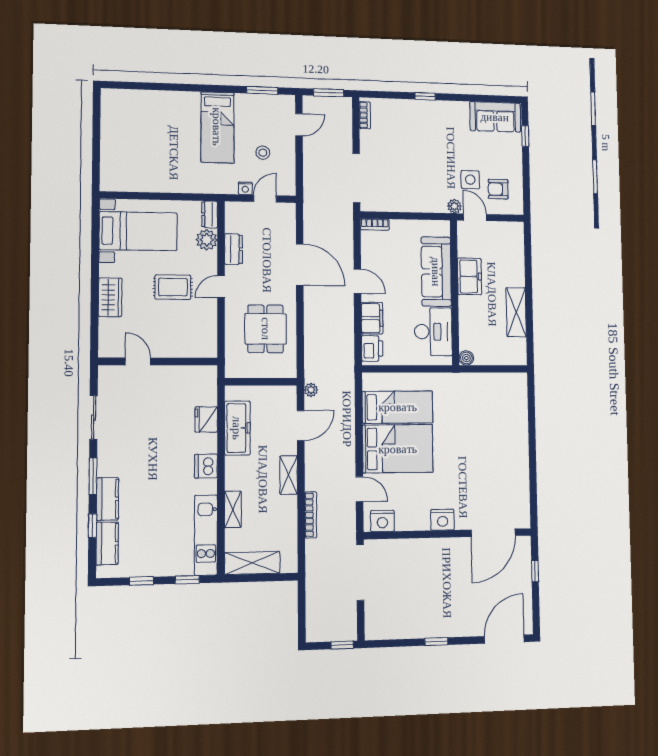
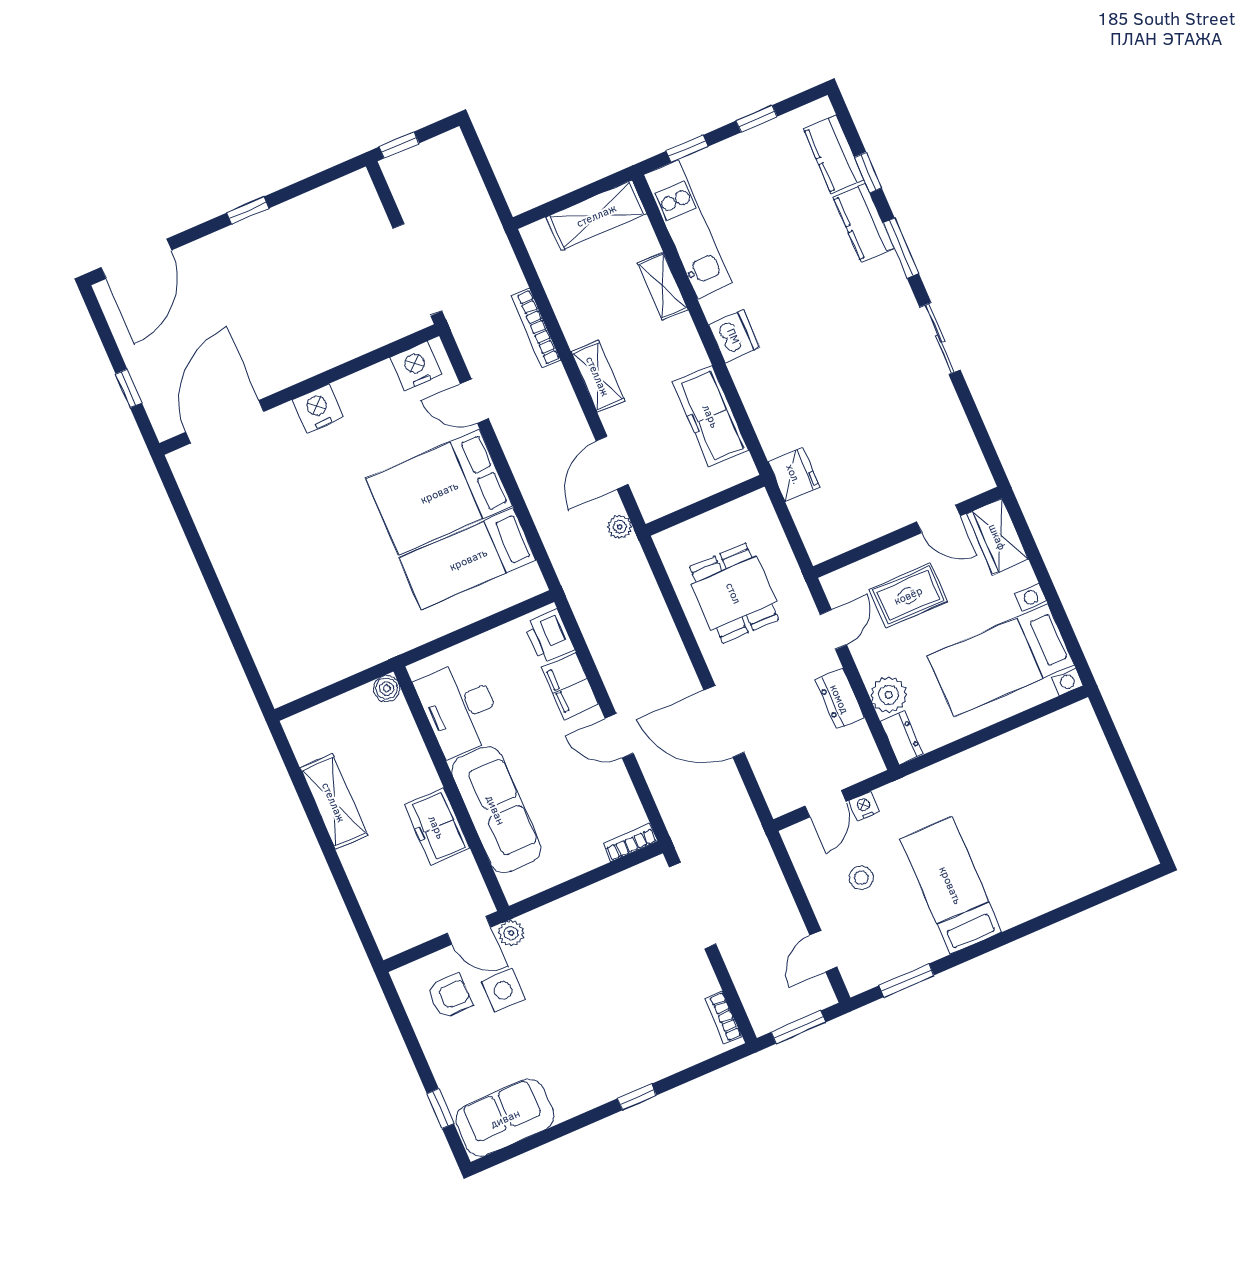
door: (138, 361) -> (939, 519), moved
wall: (158, 361) -> (908, 532), moved
fridge: (206, 420) -> (794, 474), moved

